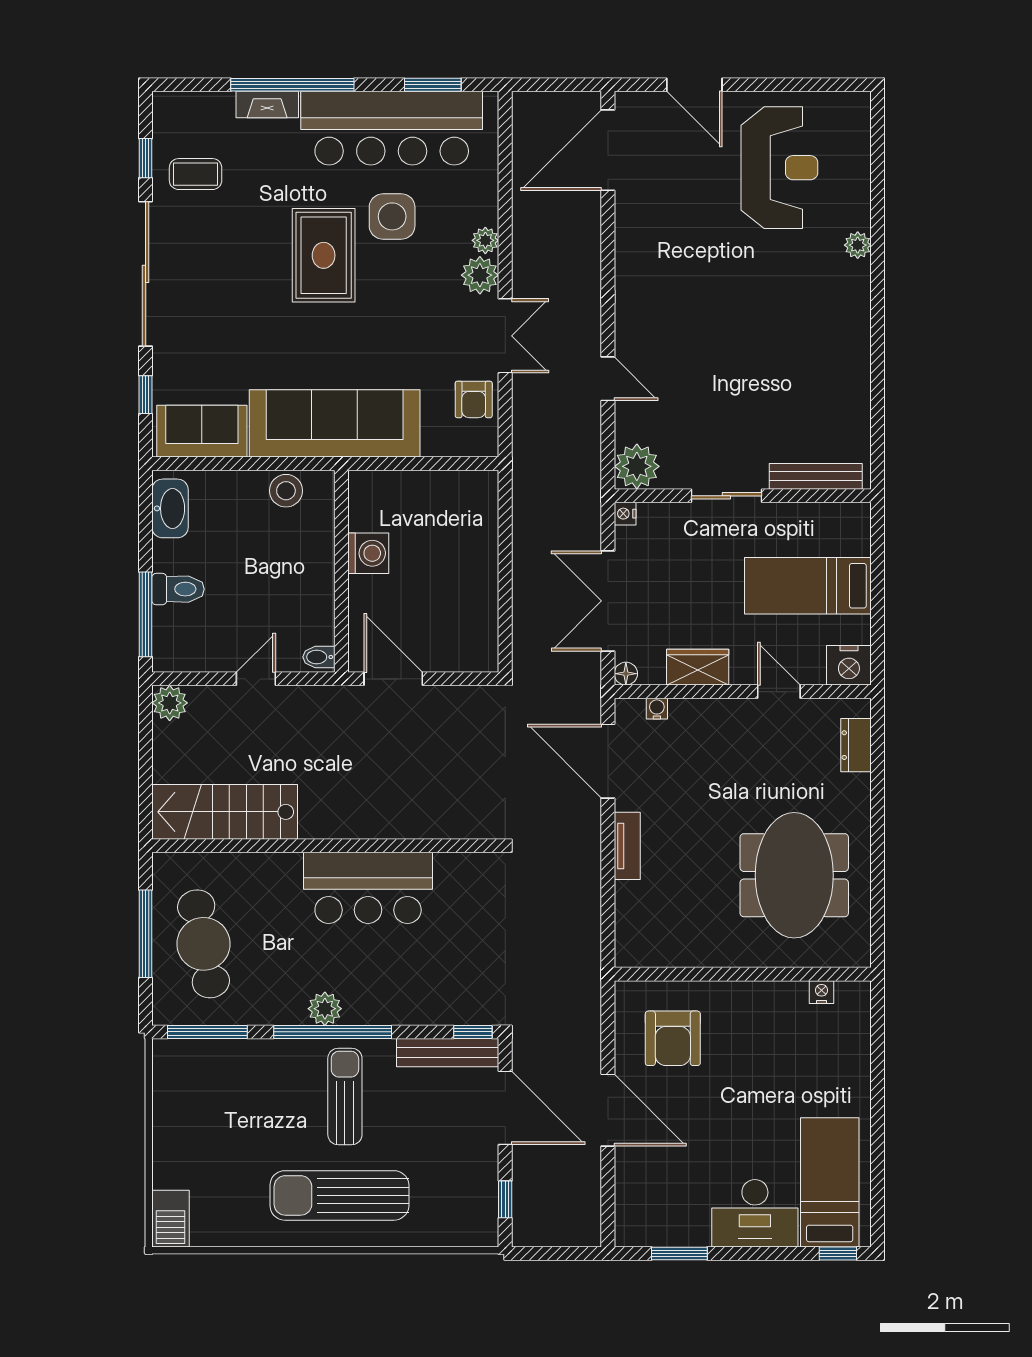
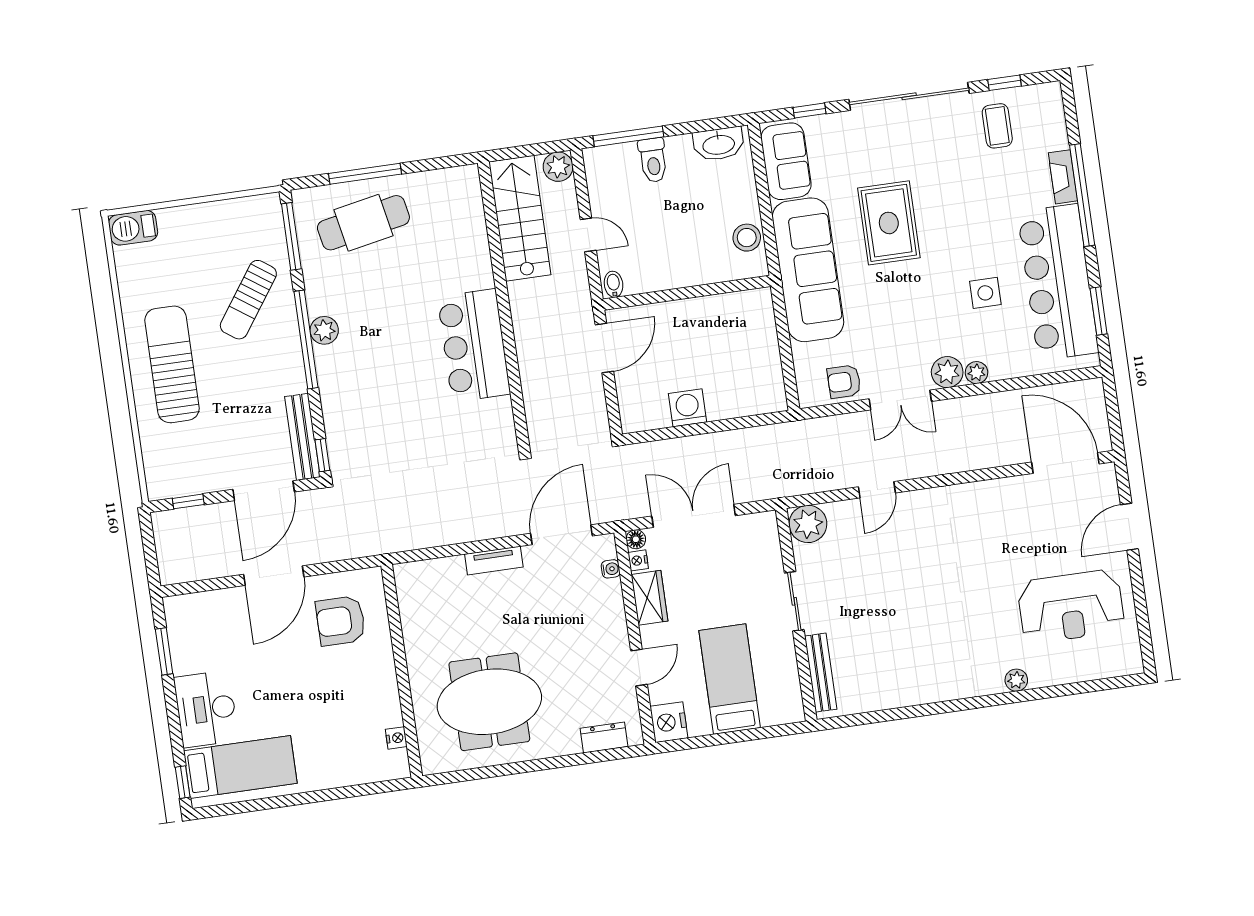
side table: (392, 216) -> (985, 293), width x0.73, depth x0.73
rug: (324, 255) -> (889, 223), moved, turned 90
nightstand: (625, 514) -> (638, 560), moved, turned -90
washing machine: (368, 553) -> (688, 408), moved, turned 180
stairs: (225, 812) -> (520, 218), moved
wall: (325, 846) -> (504, 305), moved
bar counter: (368, 888) -> (474, 345), moved
sun lounger: (345, 1096) -> (248, 300), moved, turned 125

